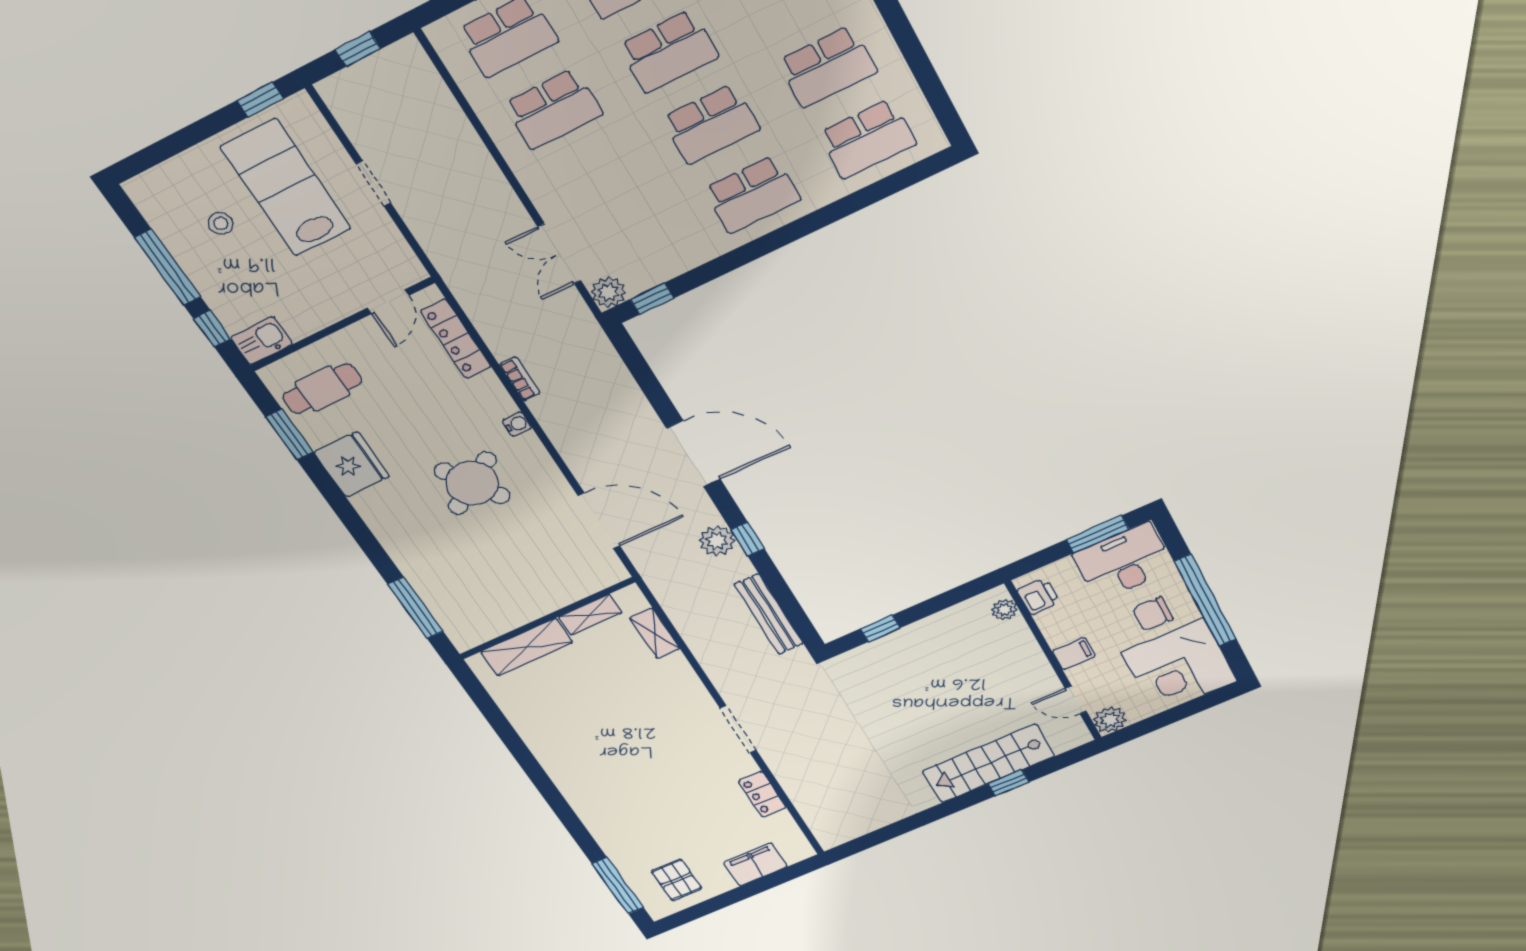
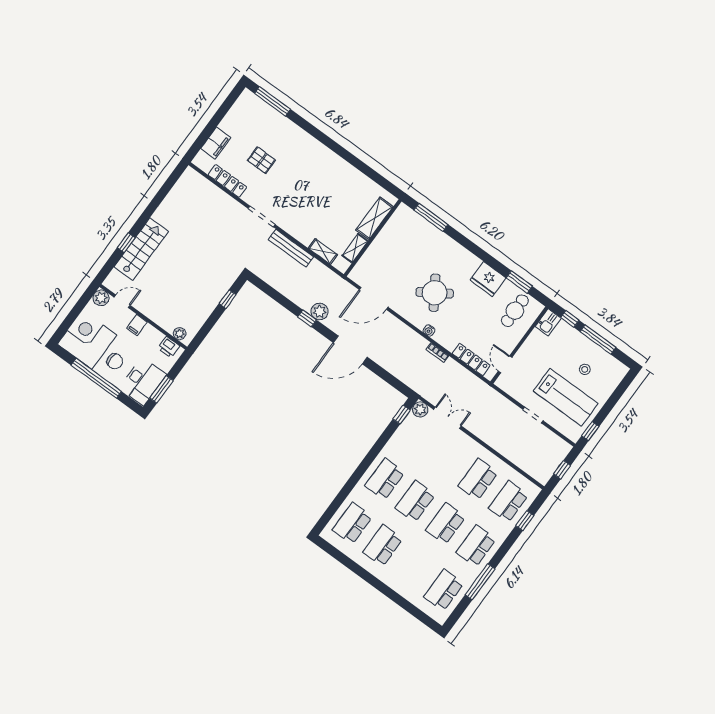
bench: (769, 614) -> (291, 248), moved
chair: (1153, 614) -> (115, 361), turned 90
locker: (762, 794) -> (227, 181), width x1.53
pallet: (677, 880) -> (261, 160), moved

